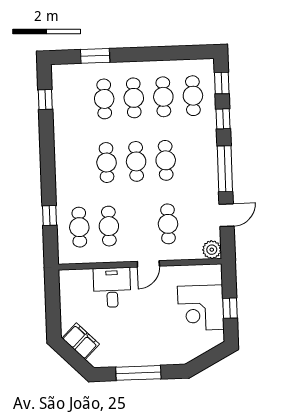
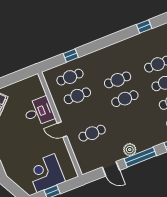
cafe table: (166, 160) -> (132, 117), removed
plant: (212, 250) -> (130, 150), moved

